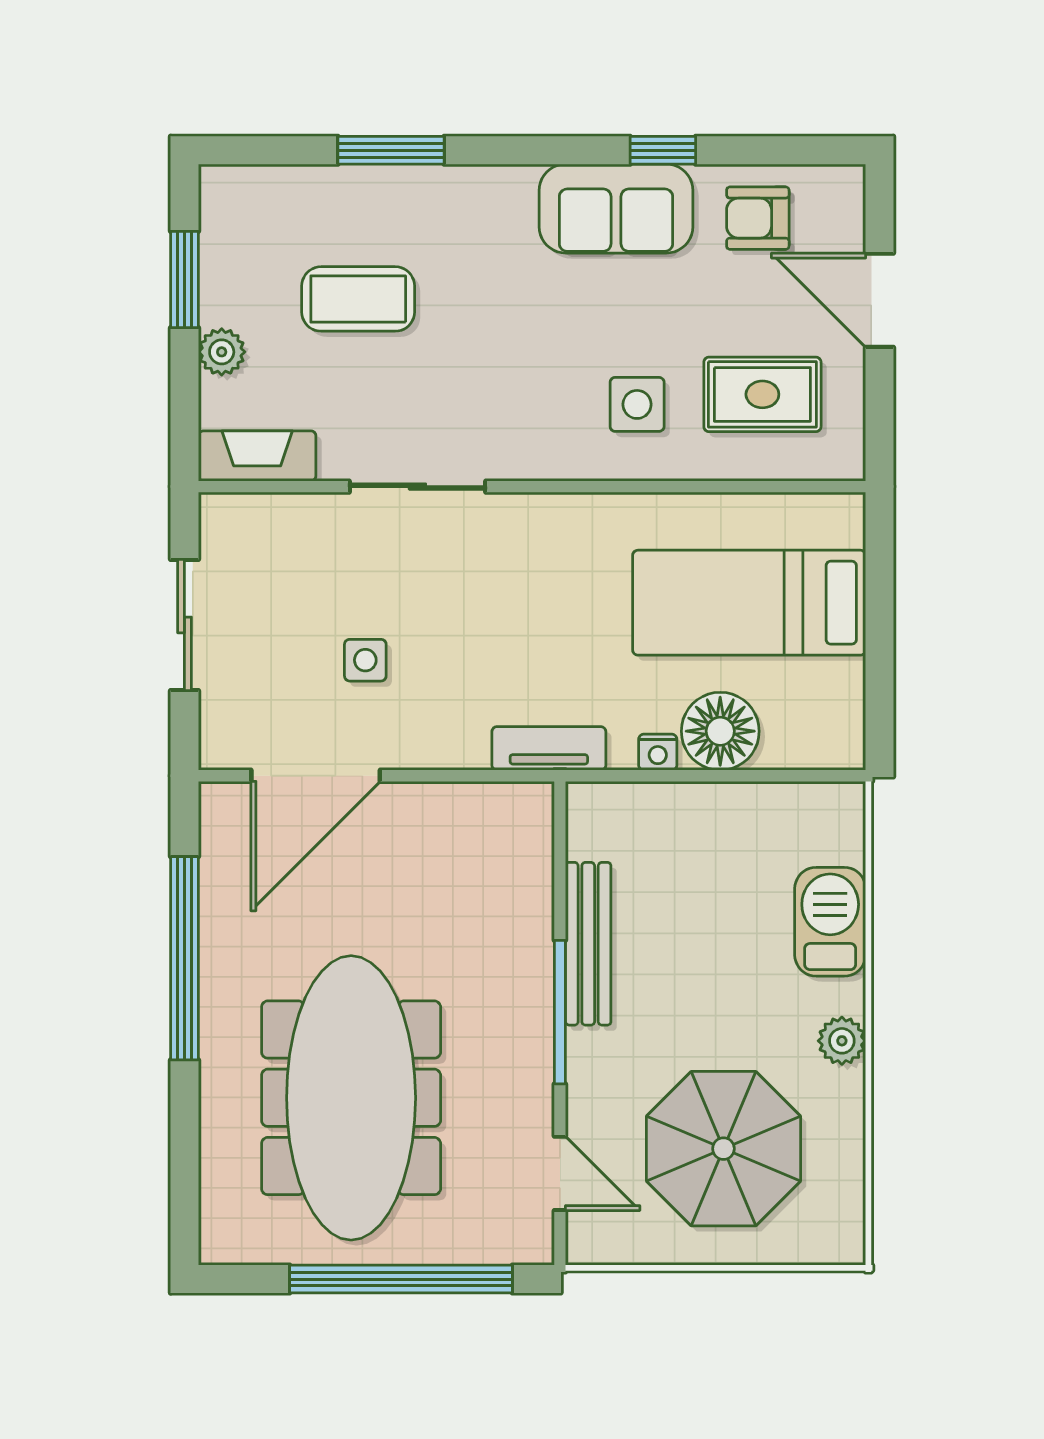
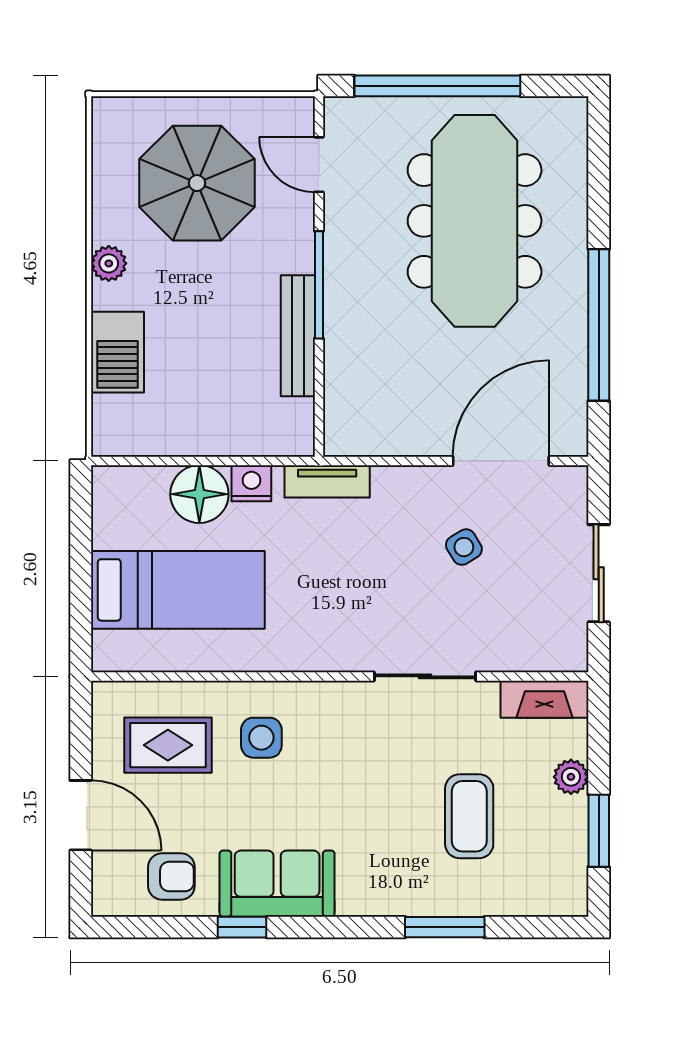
coffee table: (358, 299) -> (469, 816), turned 90
side table: (365, 660) -> (464, 547), turned -31
nightstand: (658, 752) -> (251, 483), width x1.39, depth x1.35

